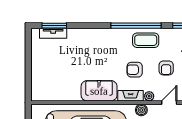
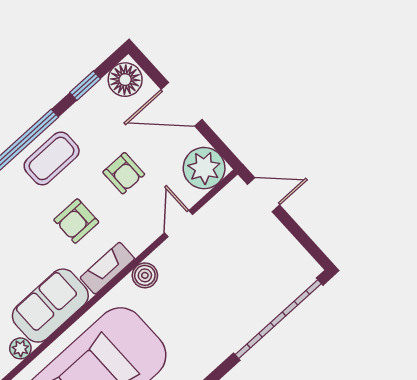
plant: (149, 96) -> (20, 348), moved

